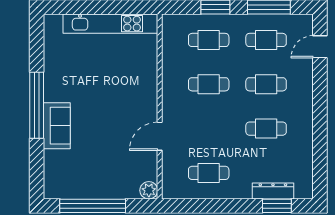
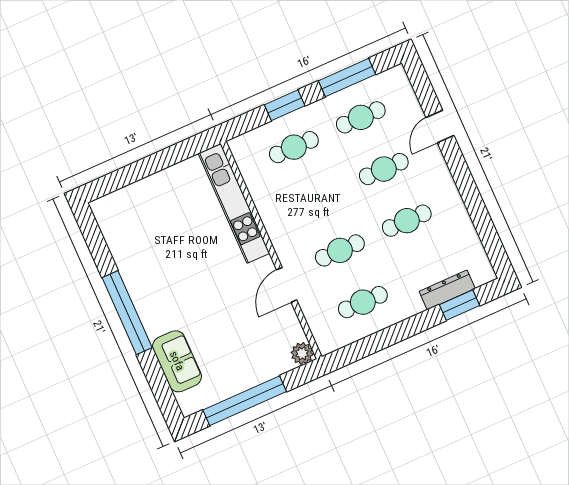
kitchen unit: (110, 24) -> (234, 203), moved, turned 90
door: (320, 47) -> (440, 127), moved
cafe table: (209, 84) -> (340, 250), moved
sofa: (57, 126) -> (177, 361), moved

